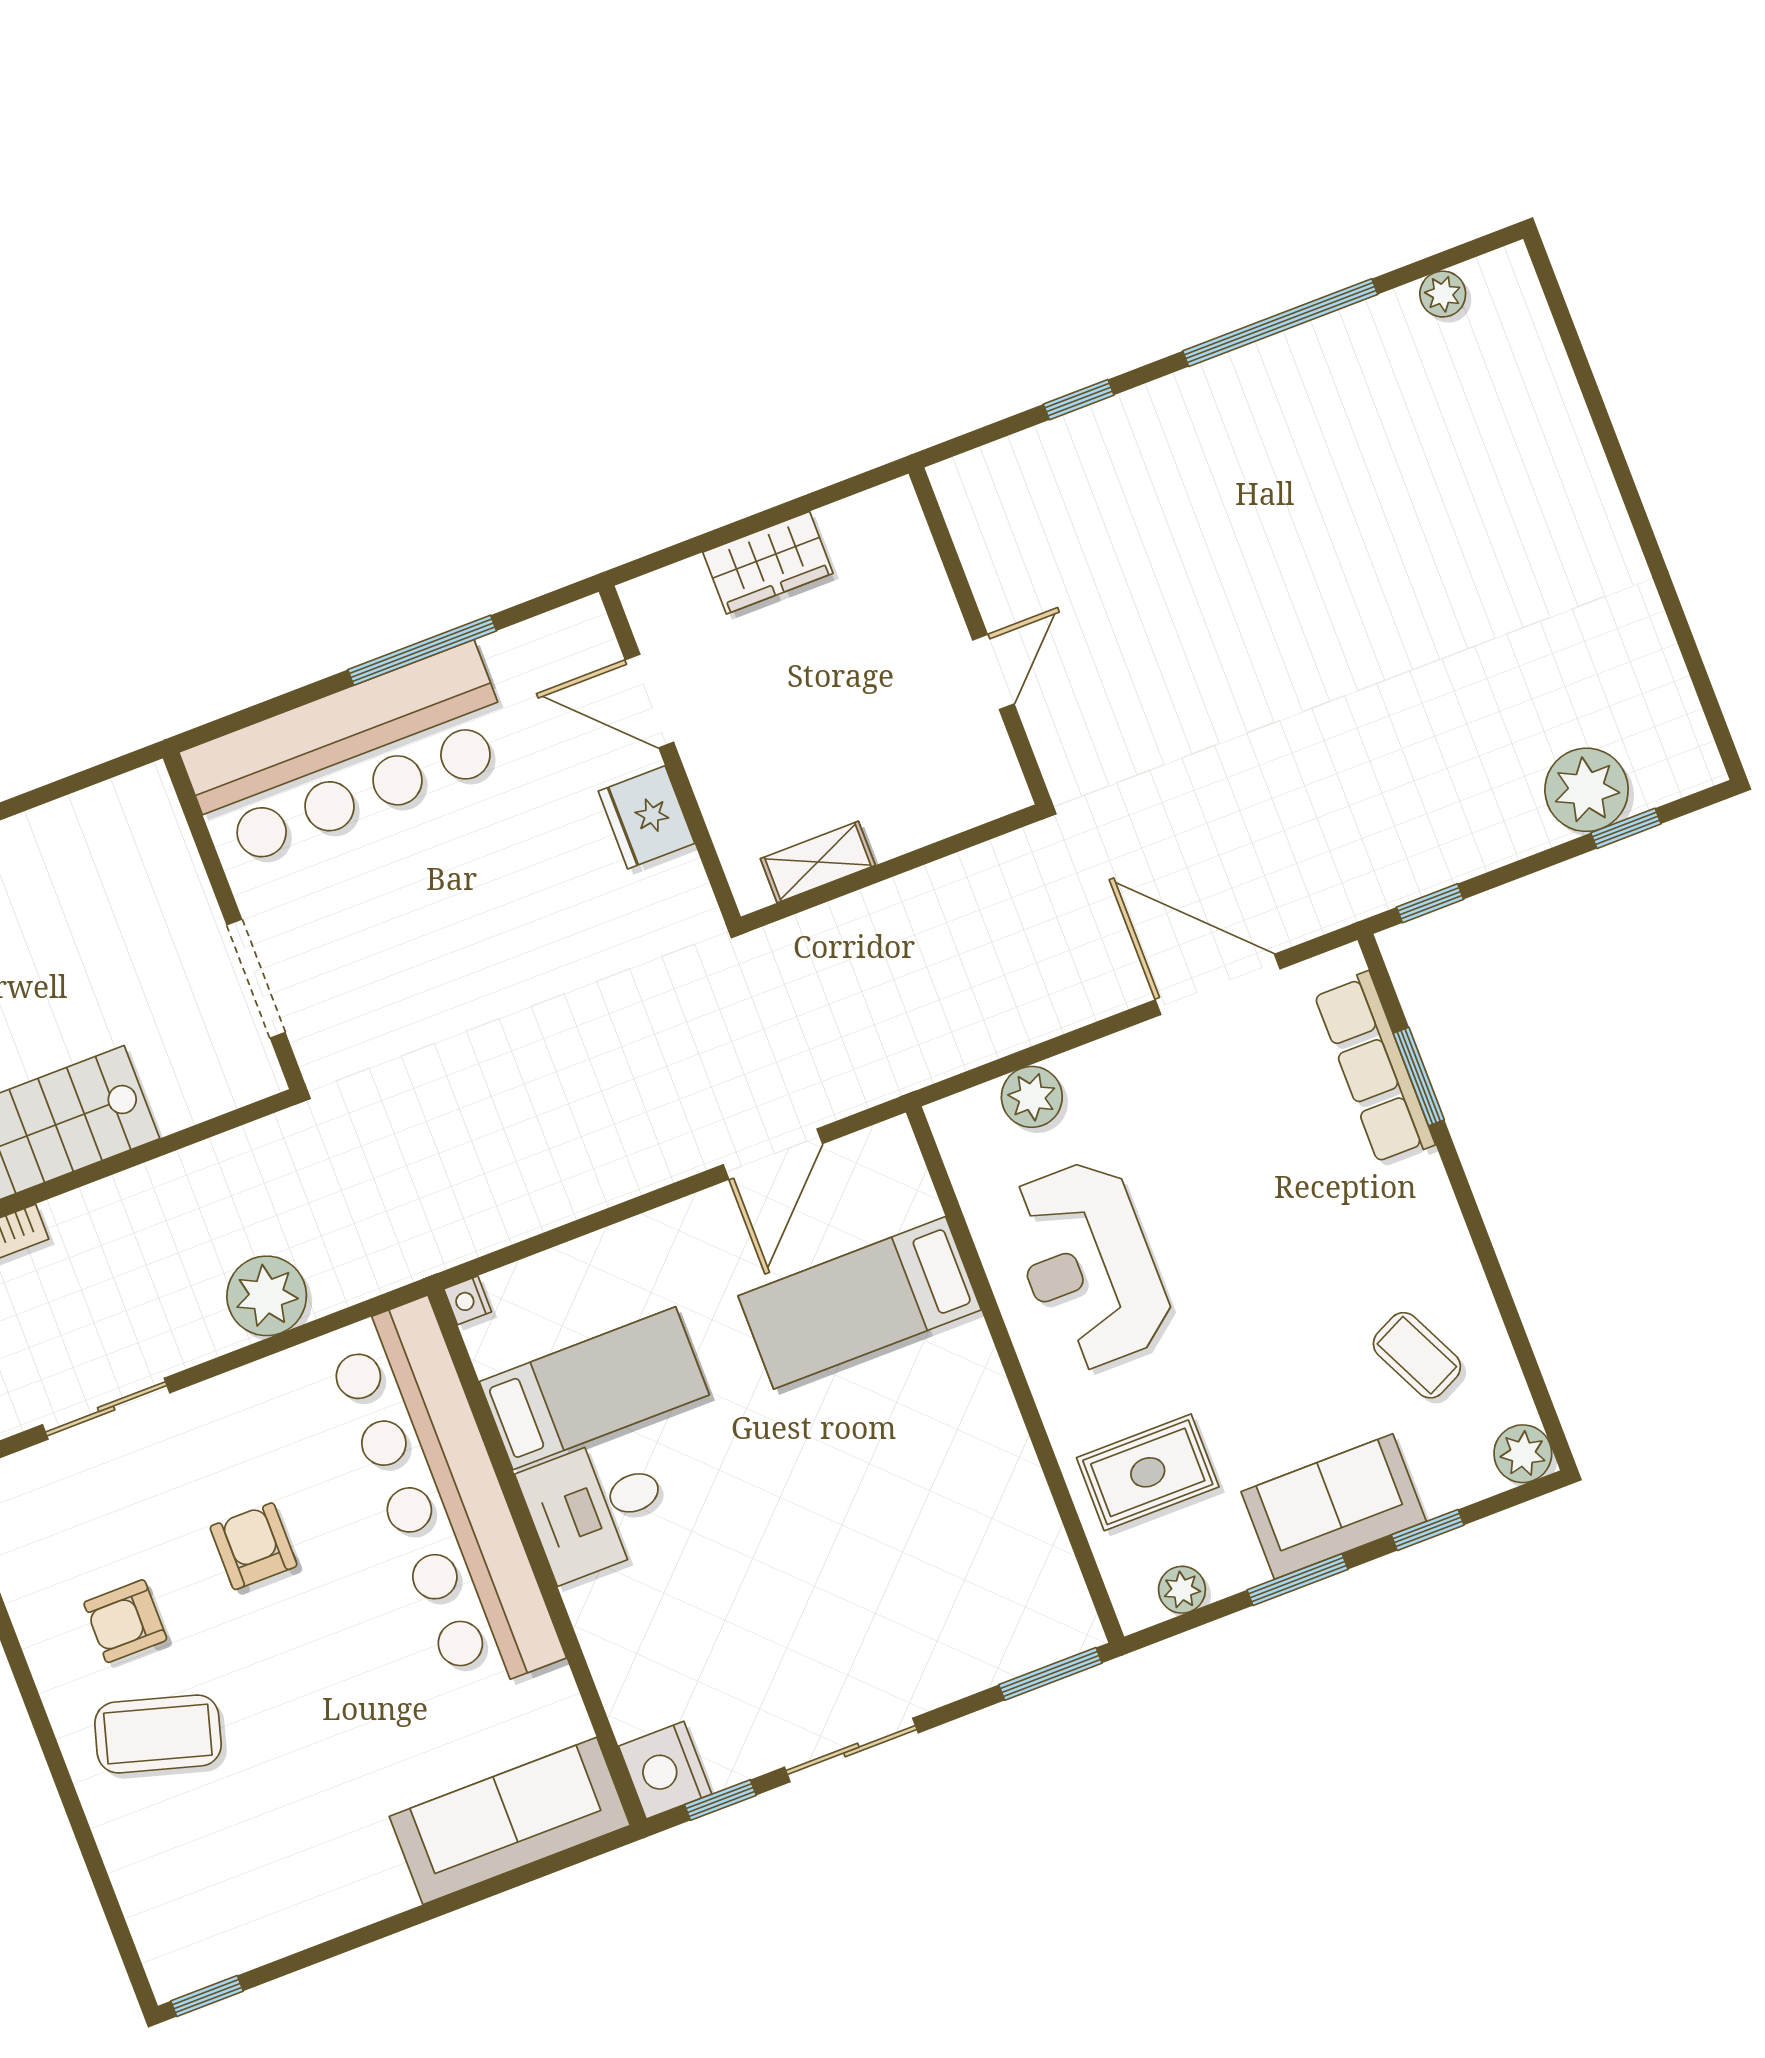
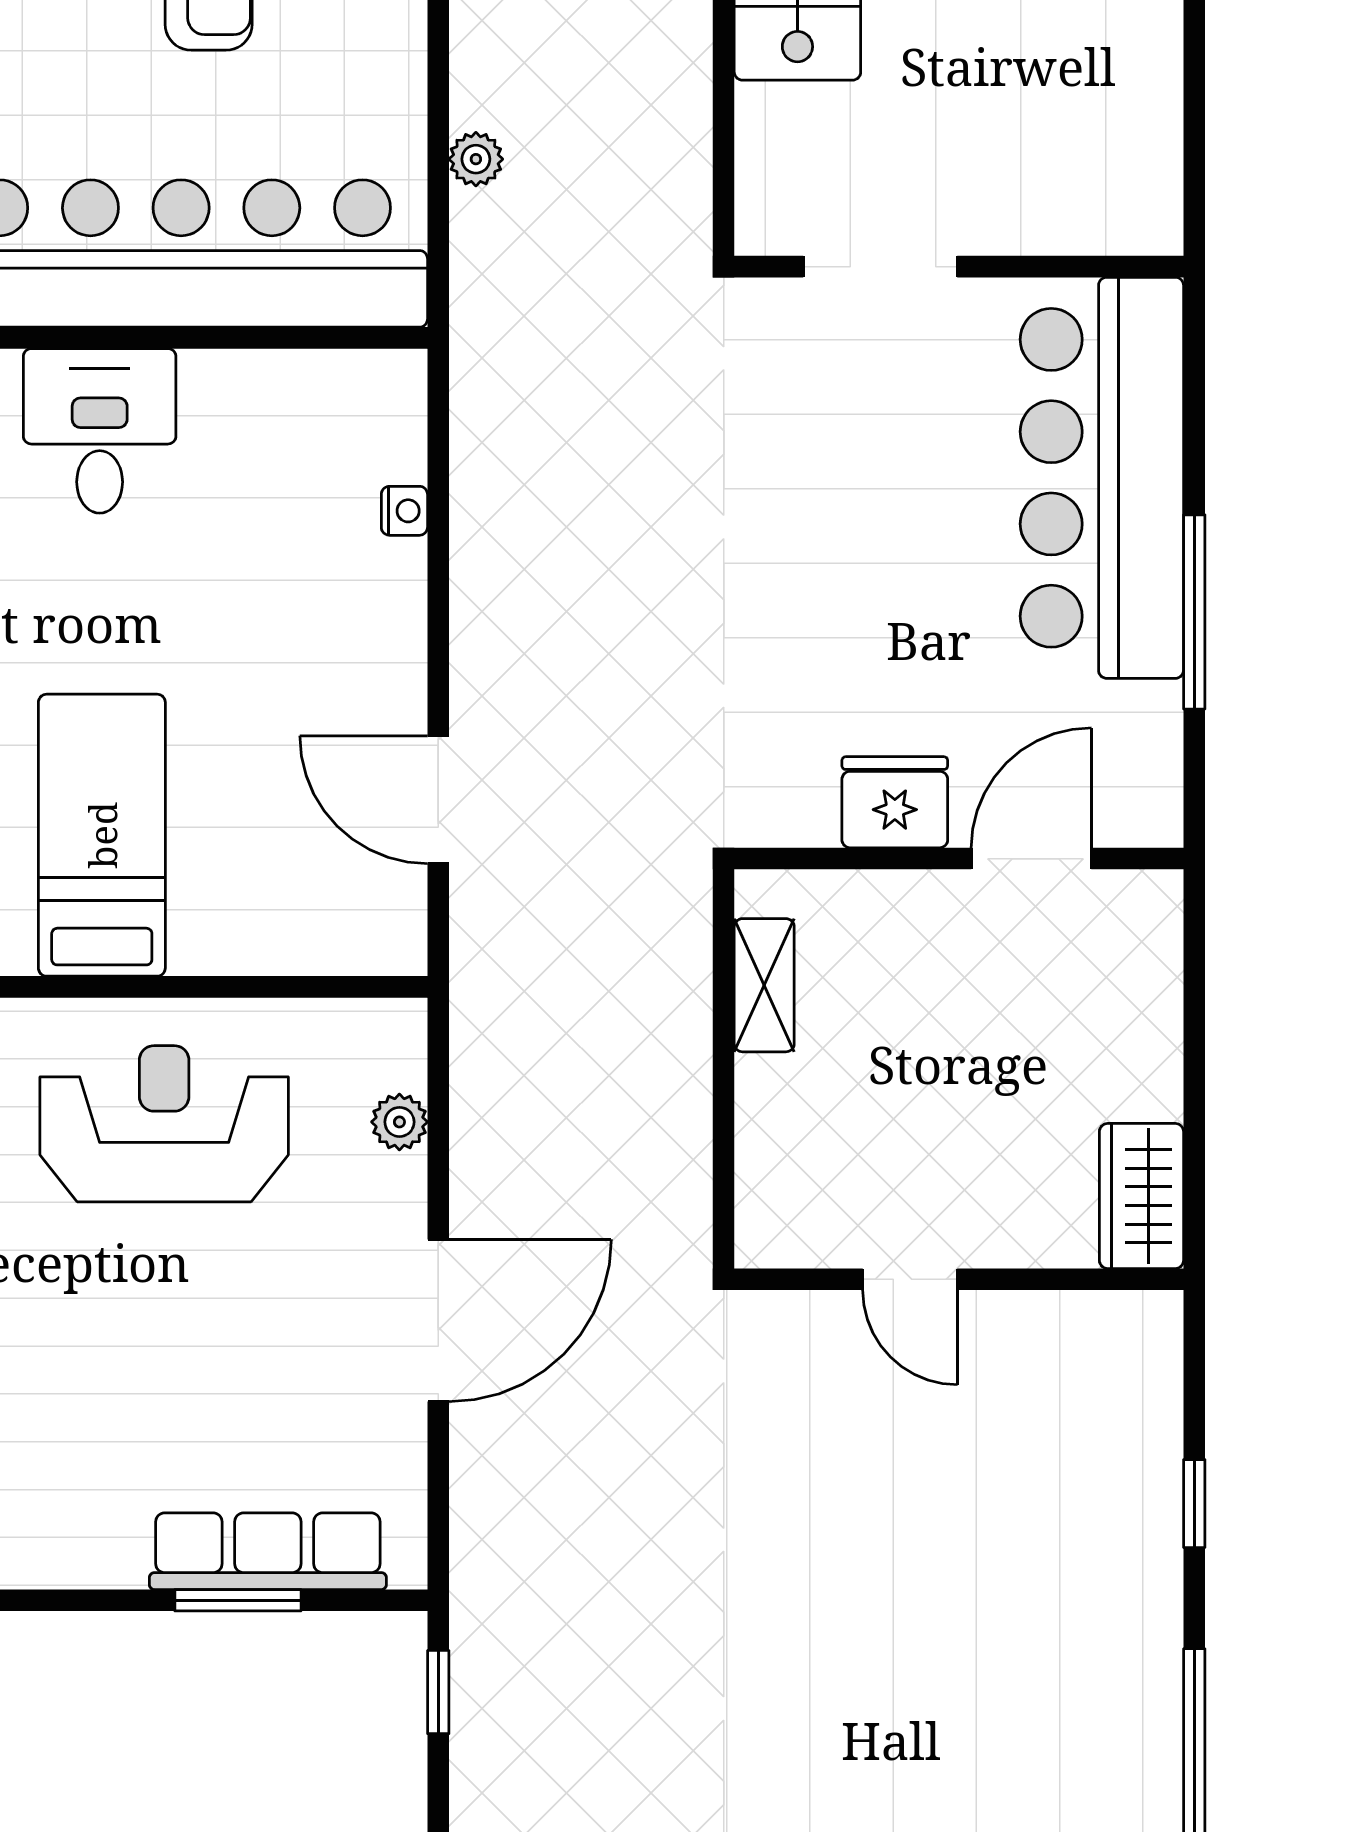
wardrobe: (768, 563) -> (1141, 1196), moved
door: (1218, 984) -> (438, 1321), moved
plant: (1032, 1097) -> (399, 1122), width x0.73, depth x0.73
plant: (267, 1296) -> (476, 159), width x0.53, depth x0.53
nightstand: (468, 1300) -> (404, 511), moved, turned 90
bed: (860, 1303) -> (102, 835), moved
bed: (594, 1388) -> (242, 482), removed

